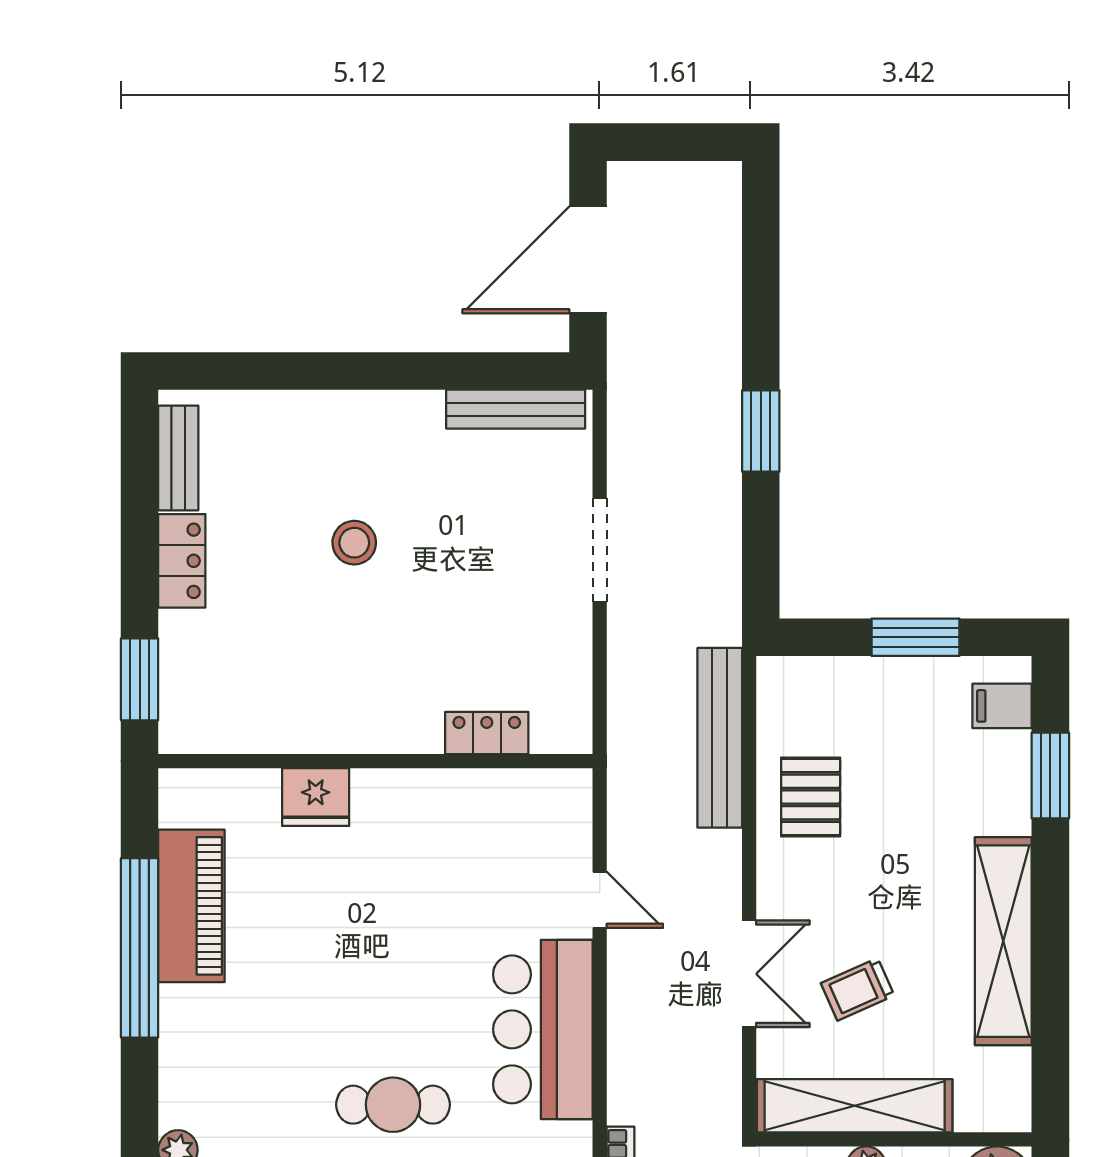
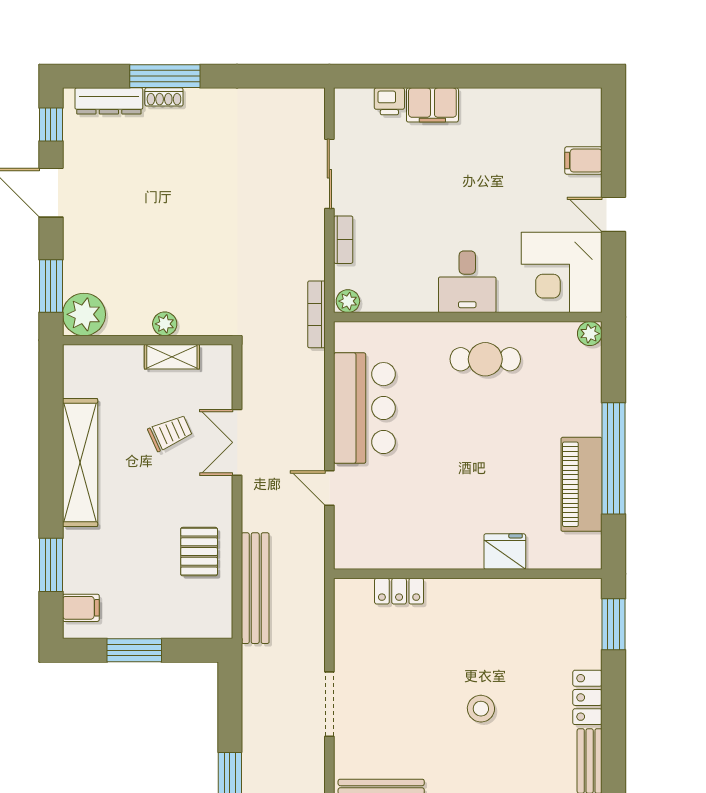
cafe table: (393, 1105) -> (485, 359), moved
shelving: (855, 1106) -> (172, 357), width x0.45, depth x0.75

